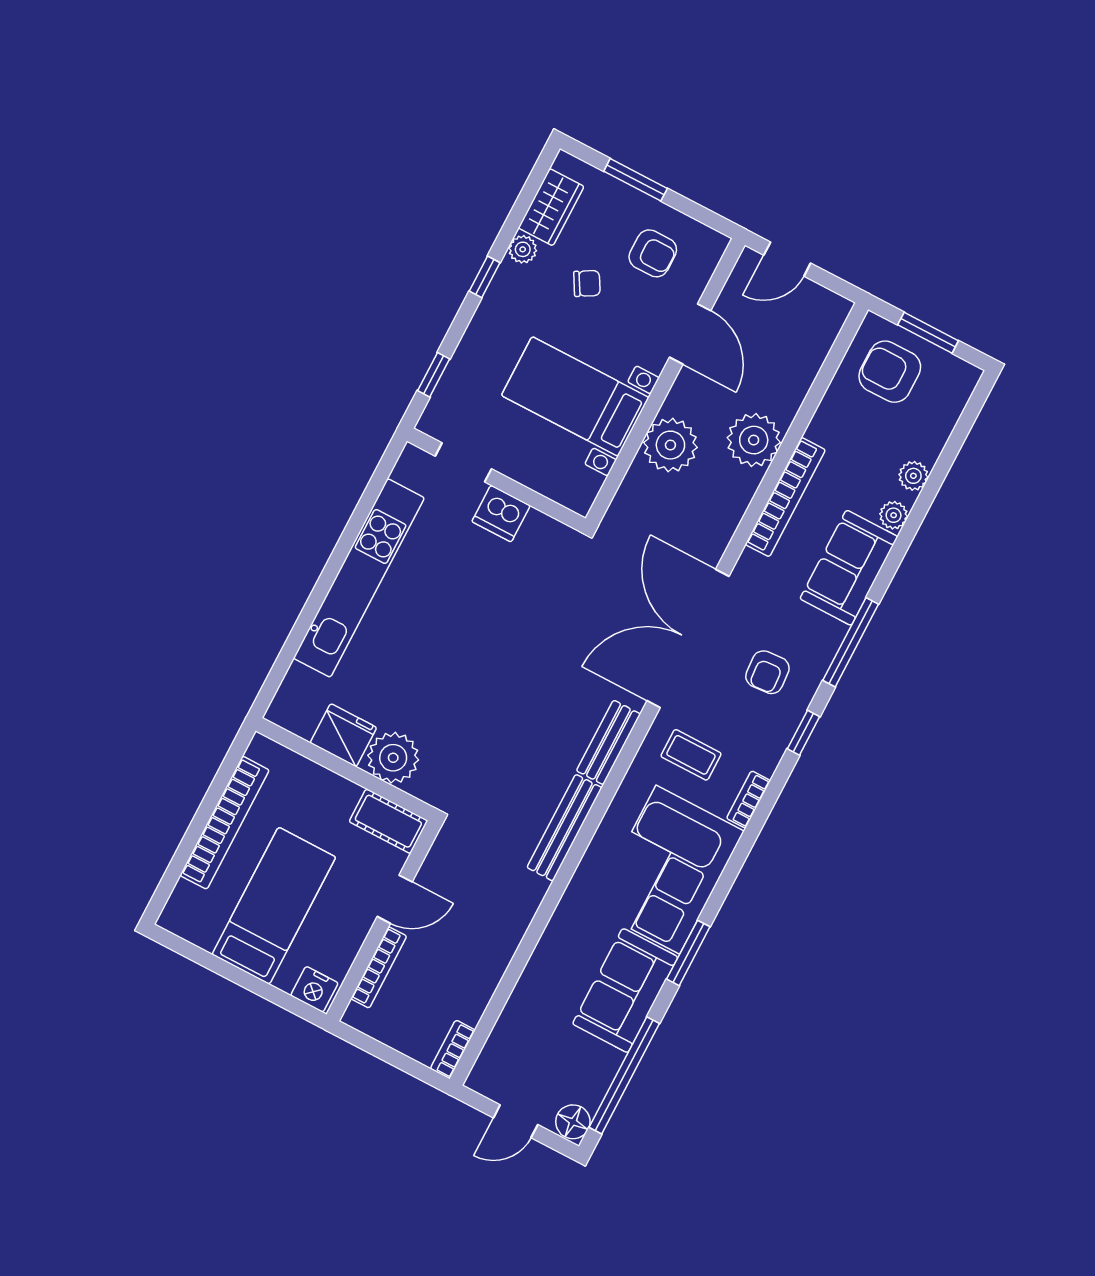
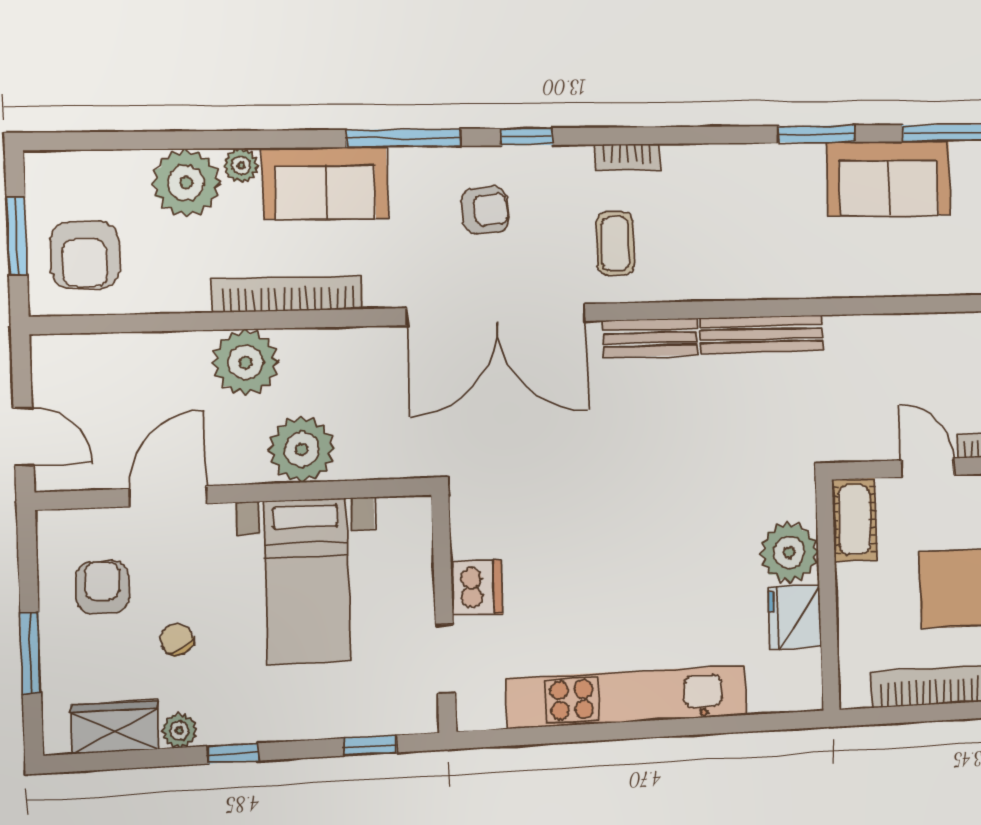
plant: (913, 476) -> (186, 183), width x1.87, depth x1.87
corner sofa: (668, 870) -> (745, 202), removed

